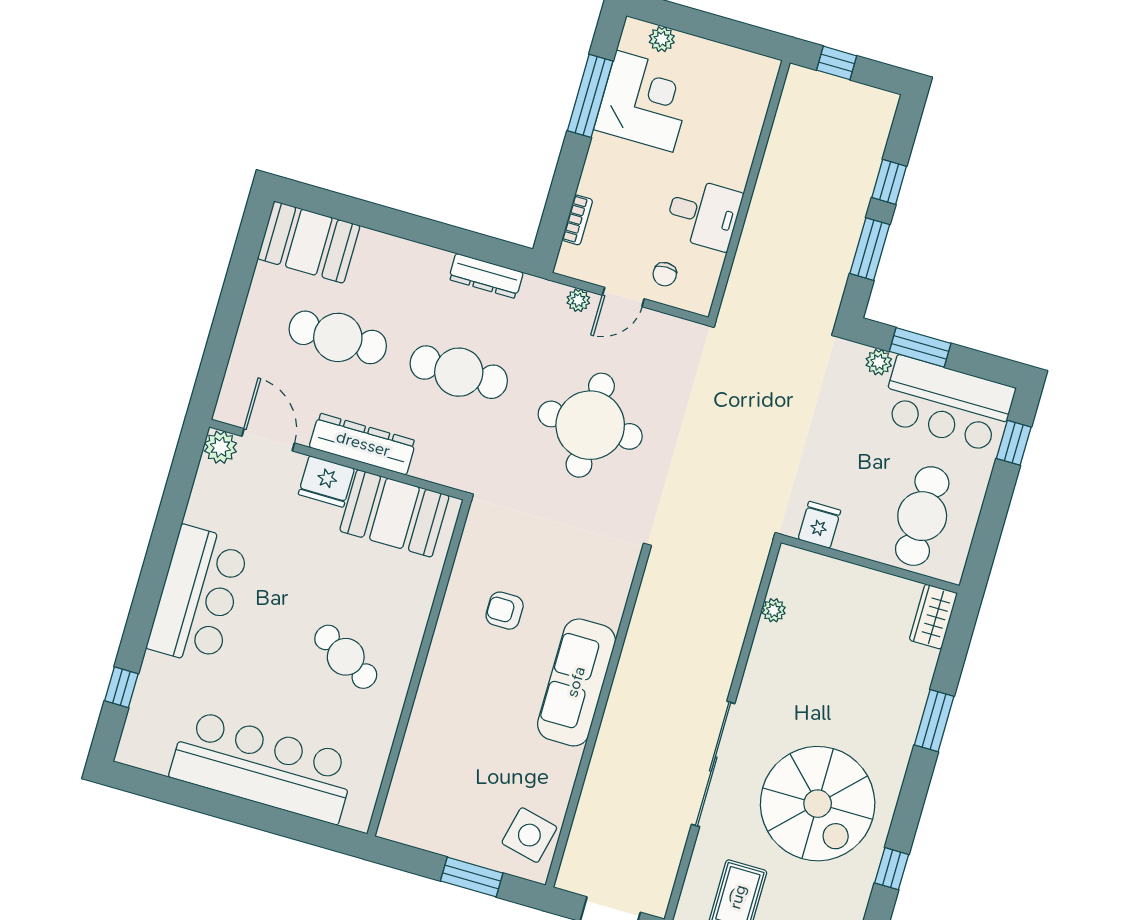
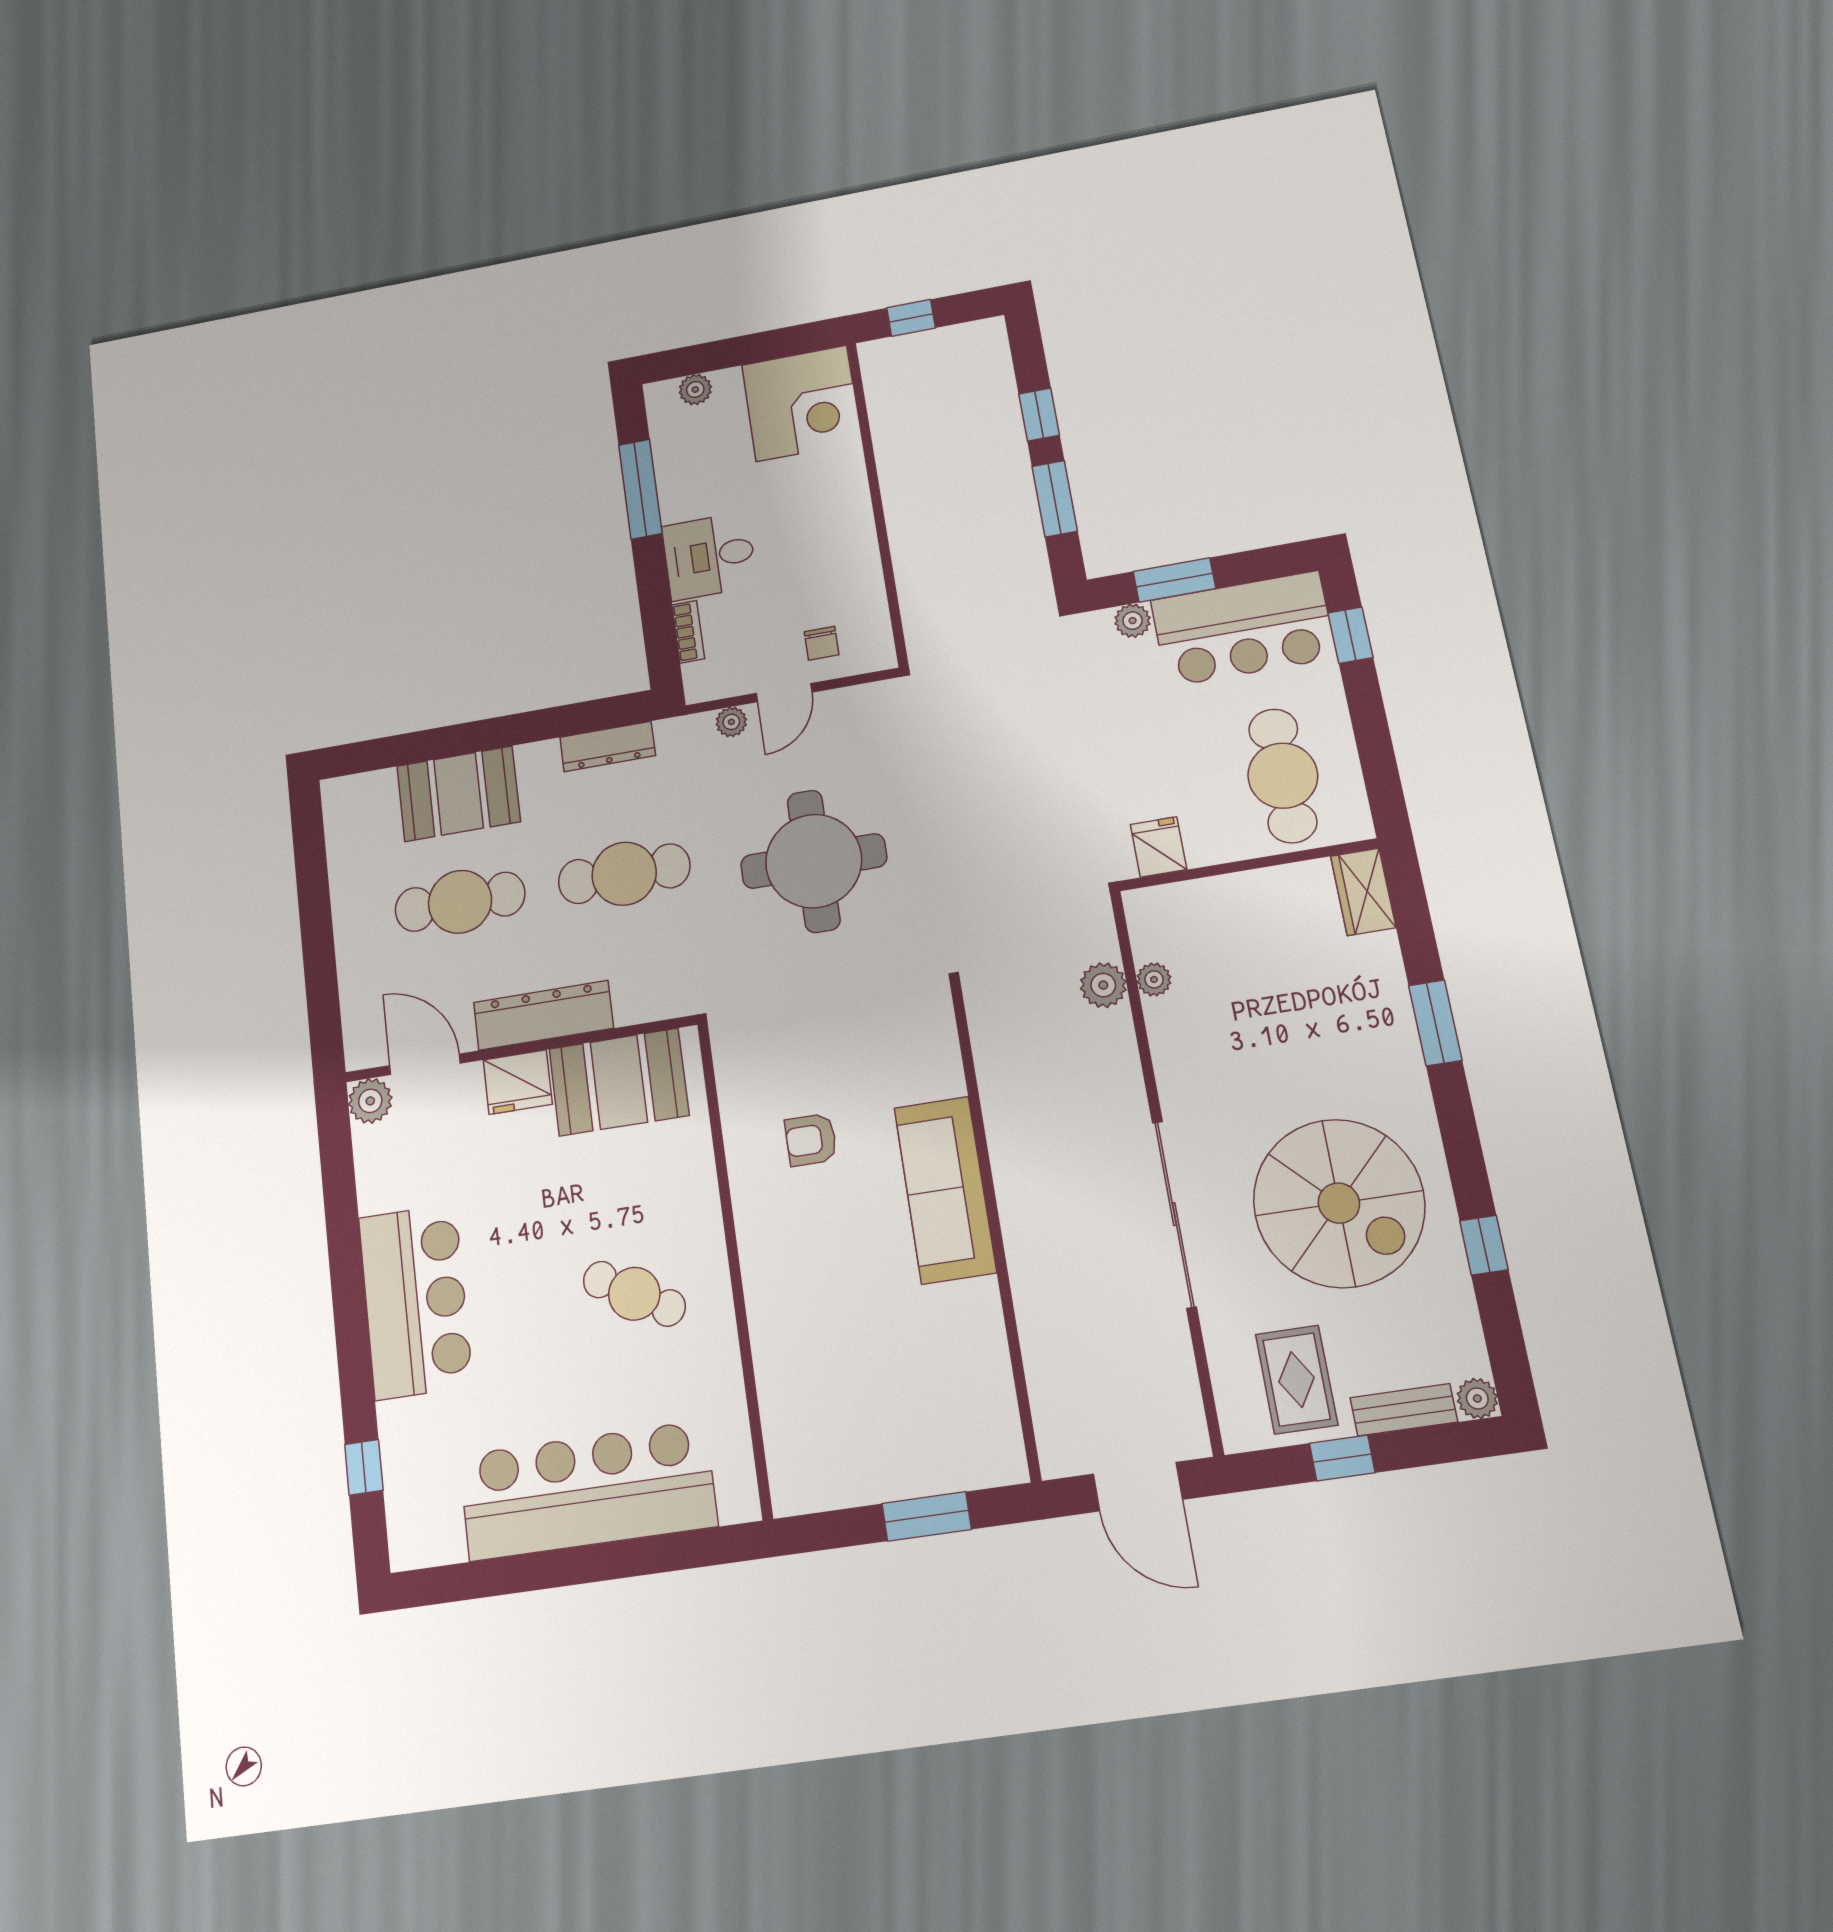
corner desk: (645, 101) -> (801, 403), moved, turned 90
desk: (703, 214) -> (709, 556), moved, turned 180
booth: (309, 242) -> (458, 794), moved
plant: (740, 599) -> (1103, 985), added
side table: (529, 835) -> (977, 1423), removed

